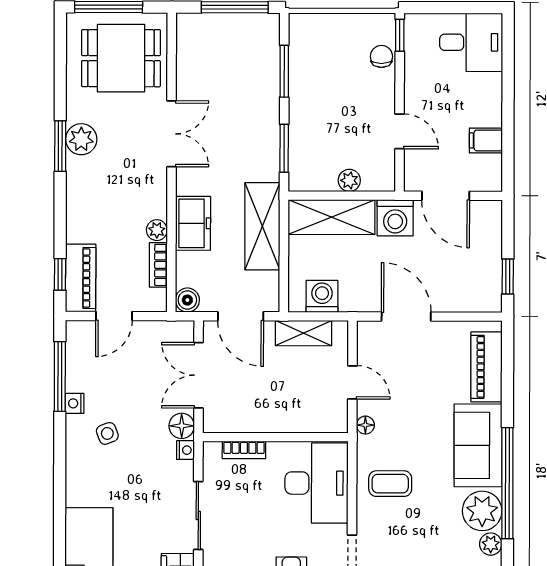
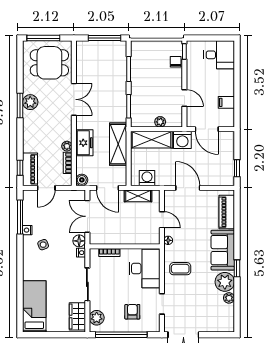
window: (507, 483) -> (237, 268), width x0.32

